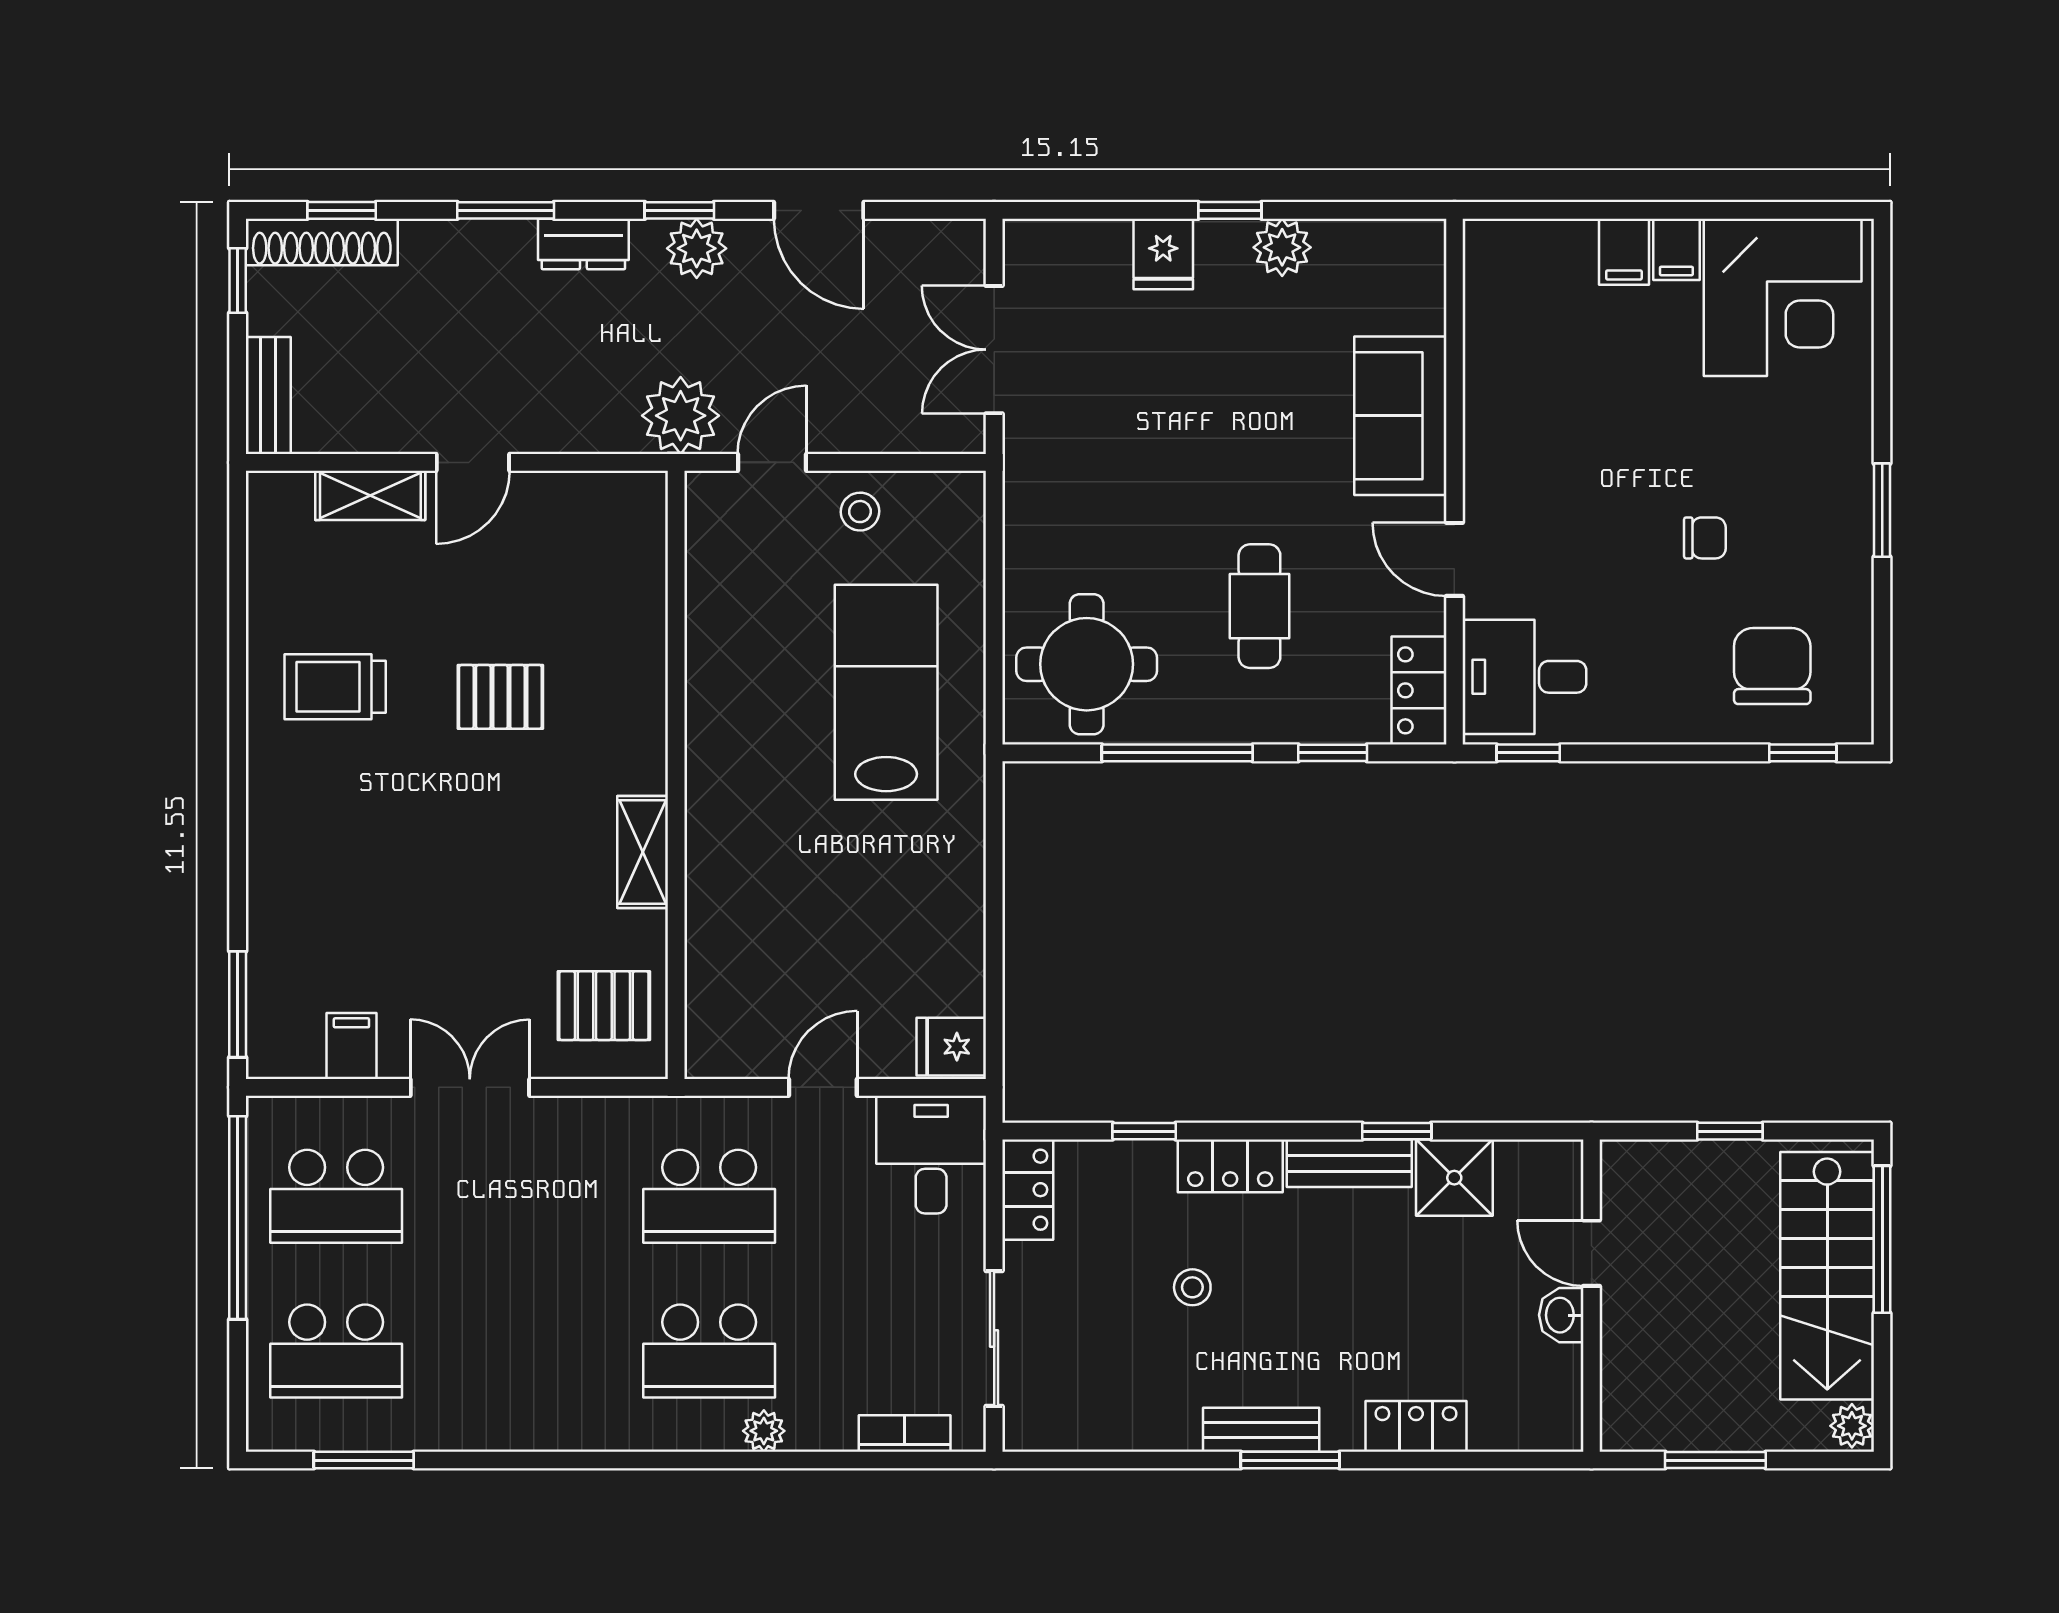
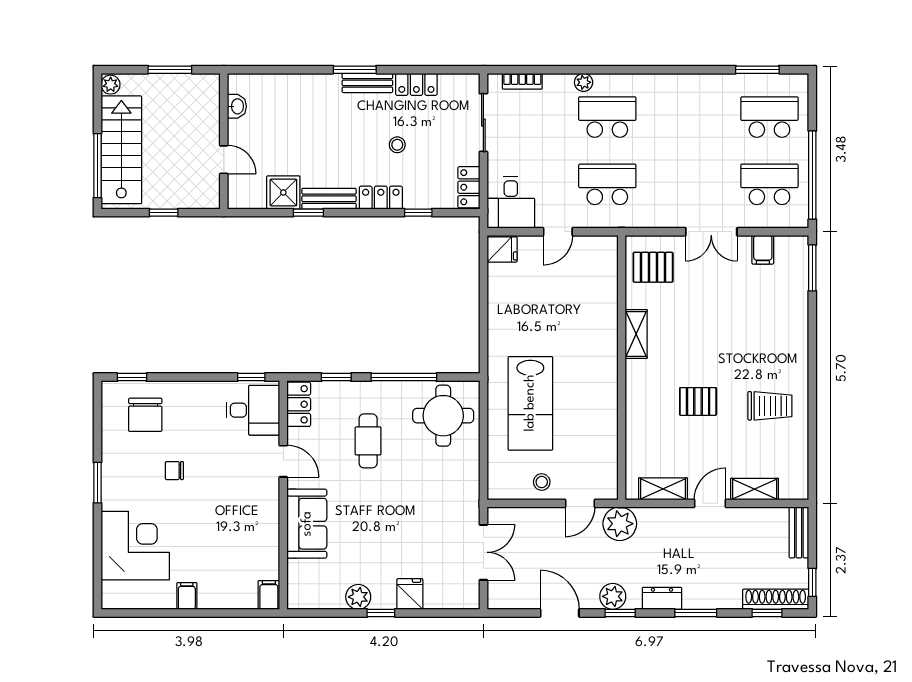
filing cabinet: (1624, 252) -> (269, 595), moved
corner desk: (1783, 297) -> (135, 546), moved, turned 90
shelving: (581, 496) -> (663, 489), added
washbasin: (1561, 1315) -> (237, 106), moved
locker: (1416, 1426) -> (416, 84), moved

